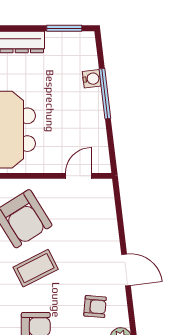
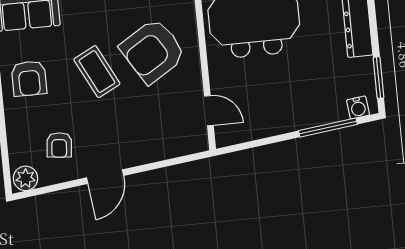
water cooler: (92, 79) -> (358, 107), moved
window: (105, 94) -> (328, 128), moved

